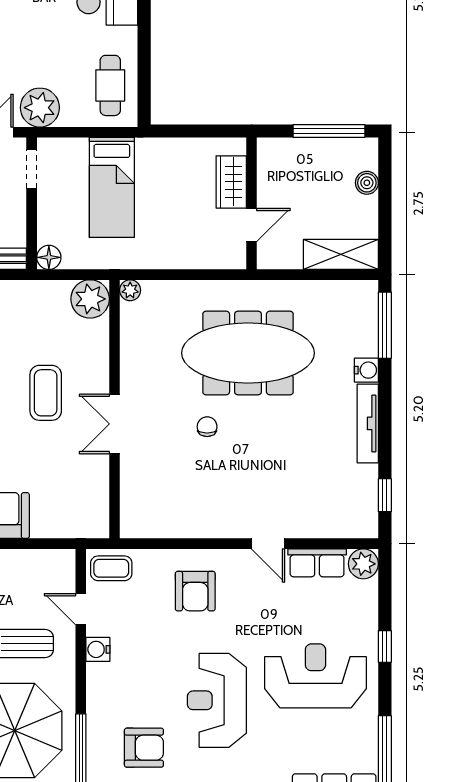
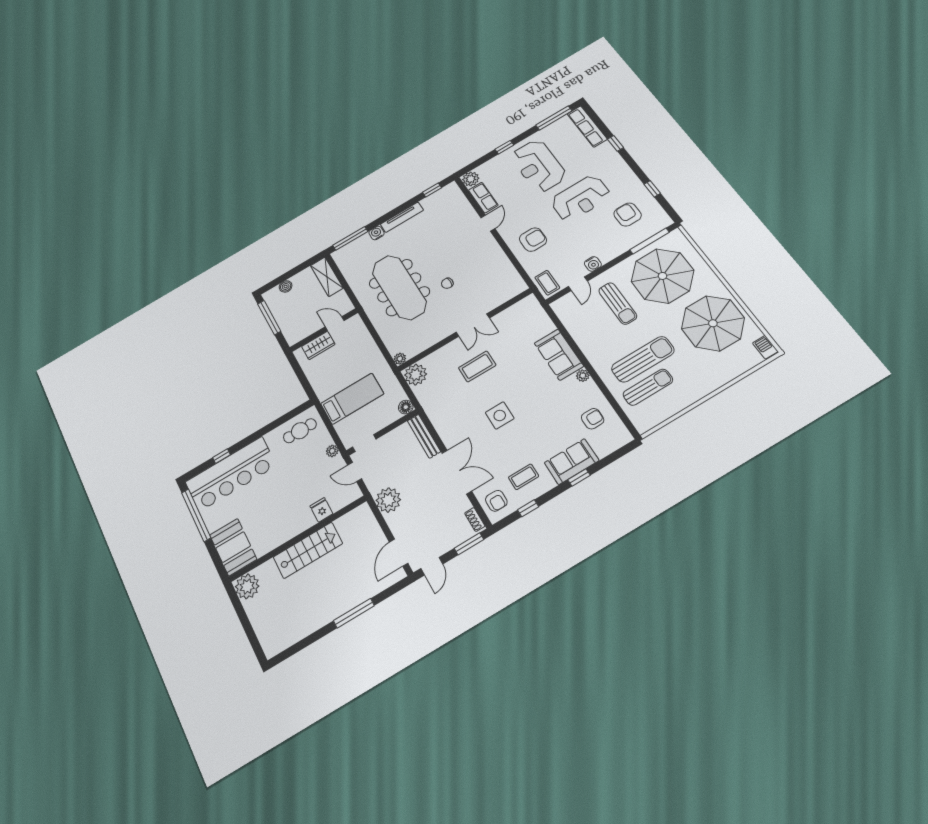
plant: (40, 108) -> (332, 451), width x0.53, depth x0.53

